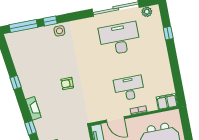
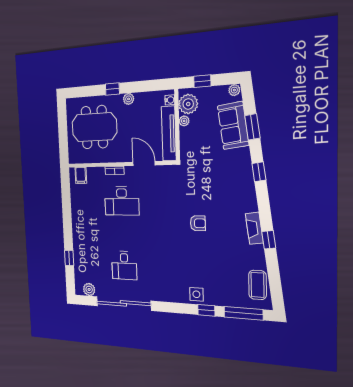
desk: (120, 39) -> (124, 265), width x0.53, depth x0.77
coffee table: (17, 49) -> (258, 285), added
filing cabinet: (167, 101) -> (81, 175), width x0.50
fireplace: (33, 108) -> (254, 228), moved

